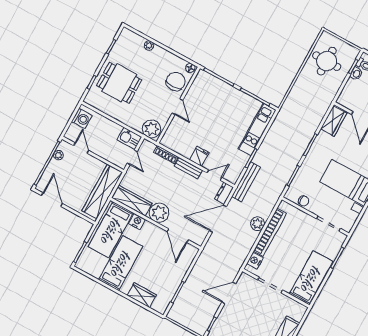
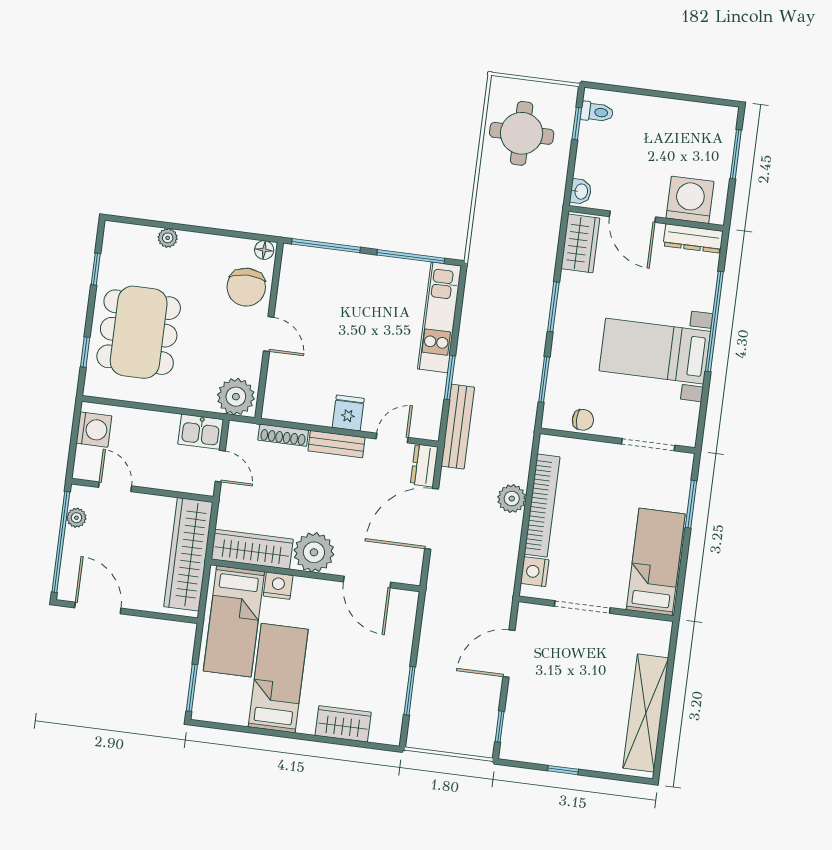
washbasin: (356, 74) -> (581, 191), moved
chair: (176, 82) -> (246, 287), turned 180
dining table: (119, 83) -> (139, 332), width x1.38

